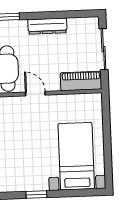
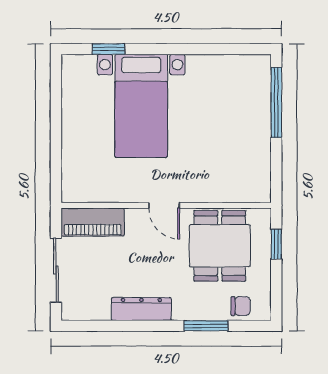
bed with nightstands: (76, 156) -> (141, 106), moved
window: (36, 195) -> (109, 49), moved

